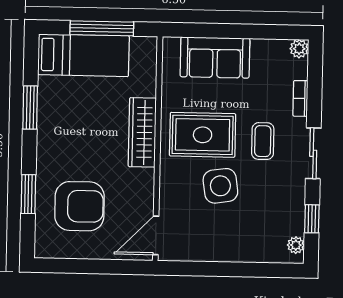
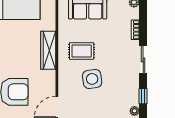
rug: (203, 135) -> (82, 51), width x0.73, depth x0.70
coffee table: (263, 141) -> (115, 54), removed

